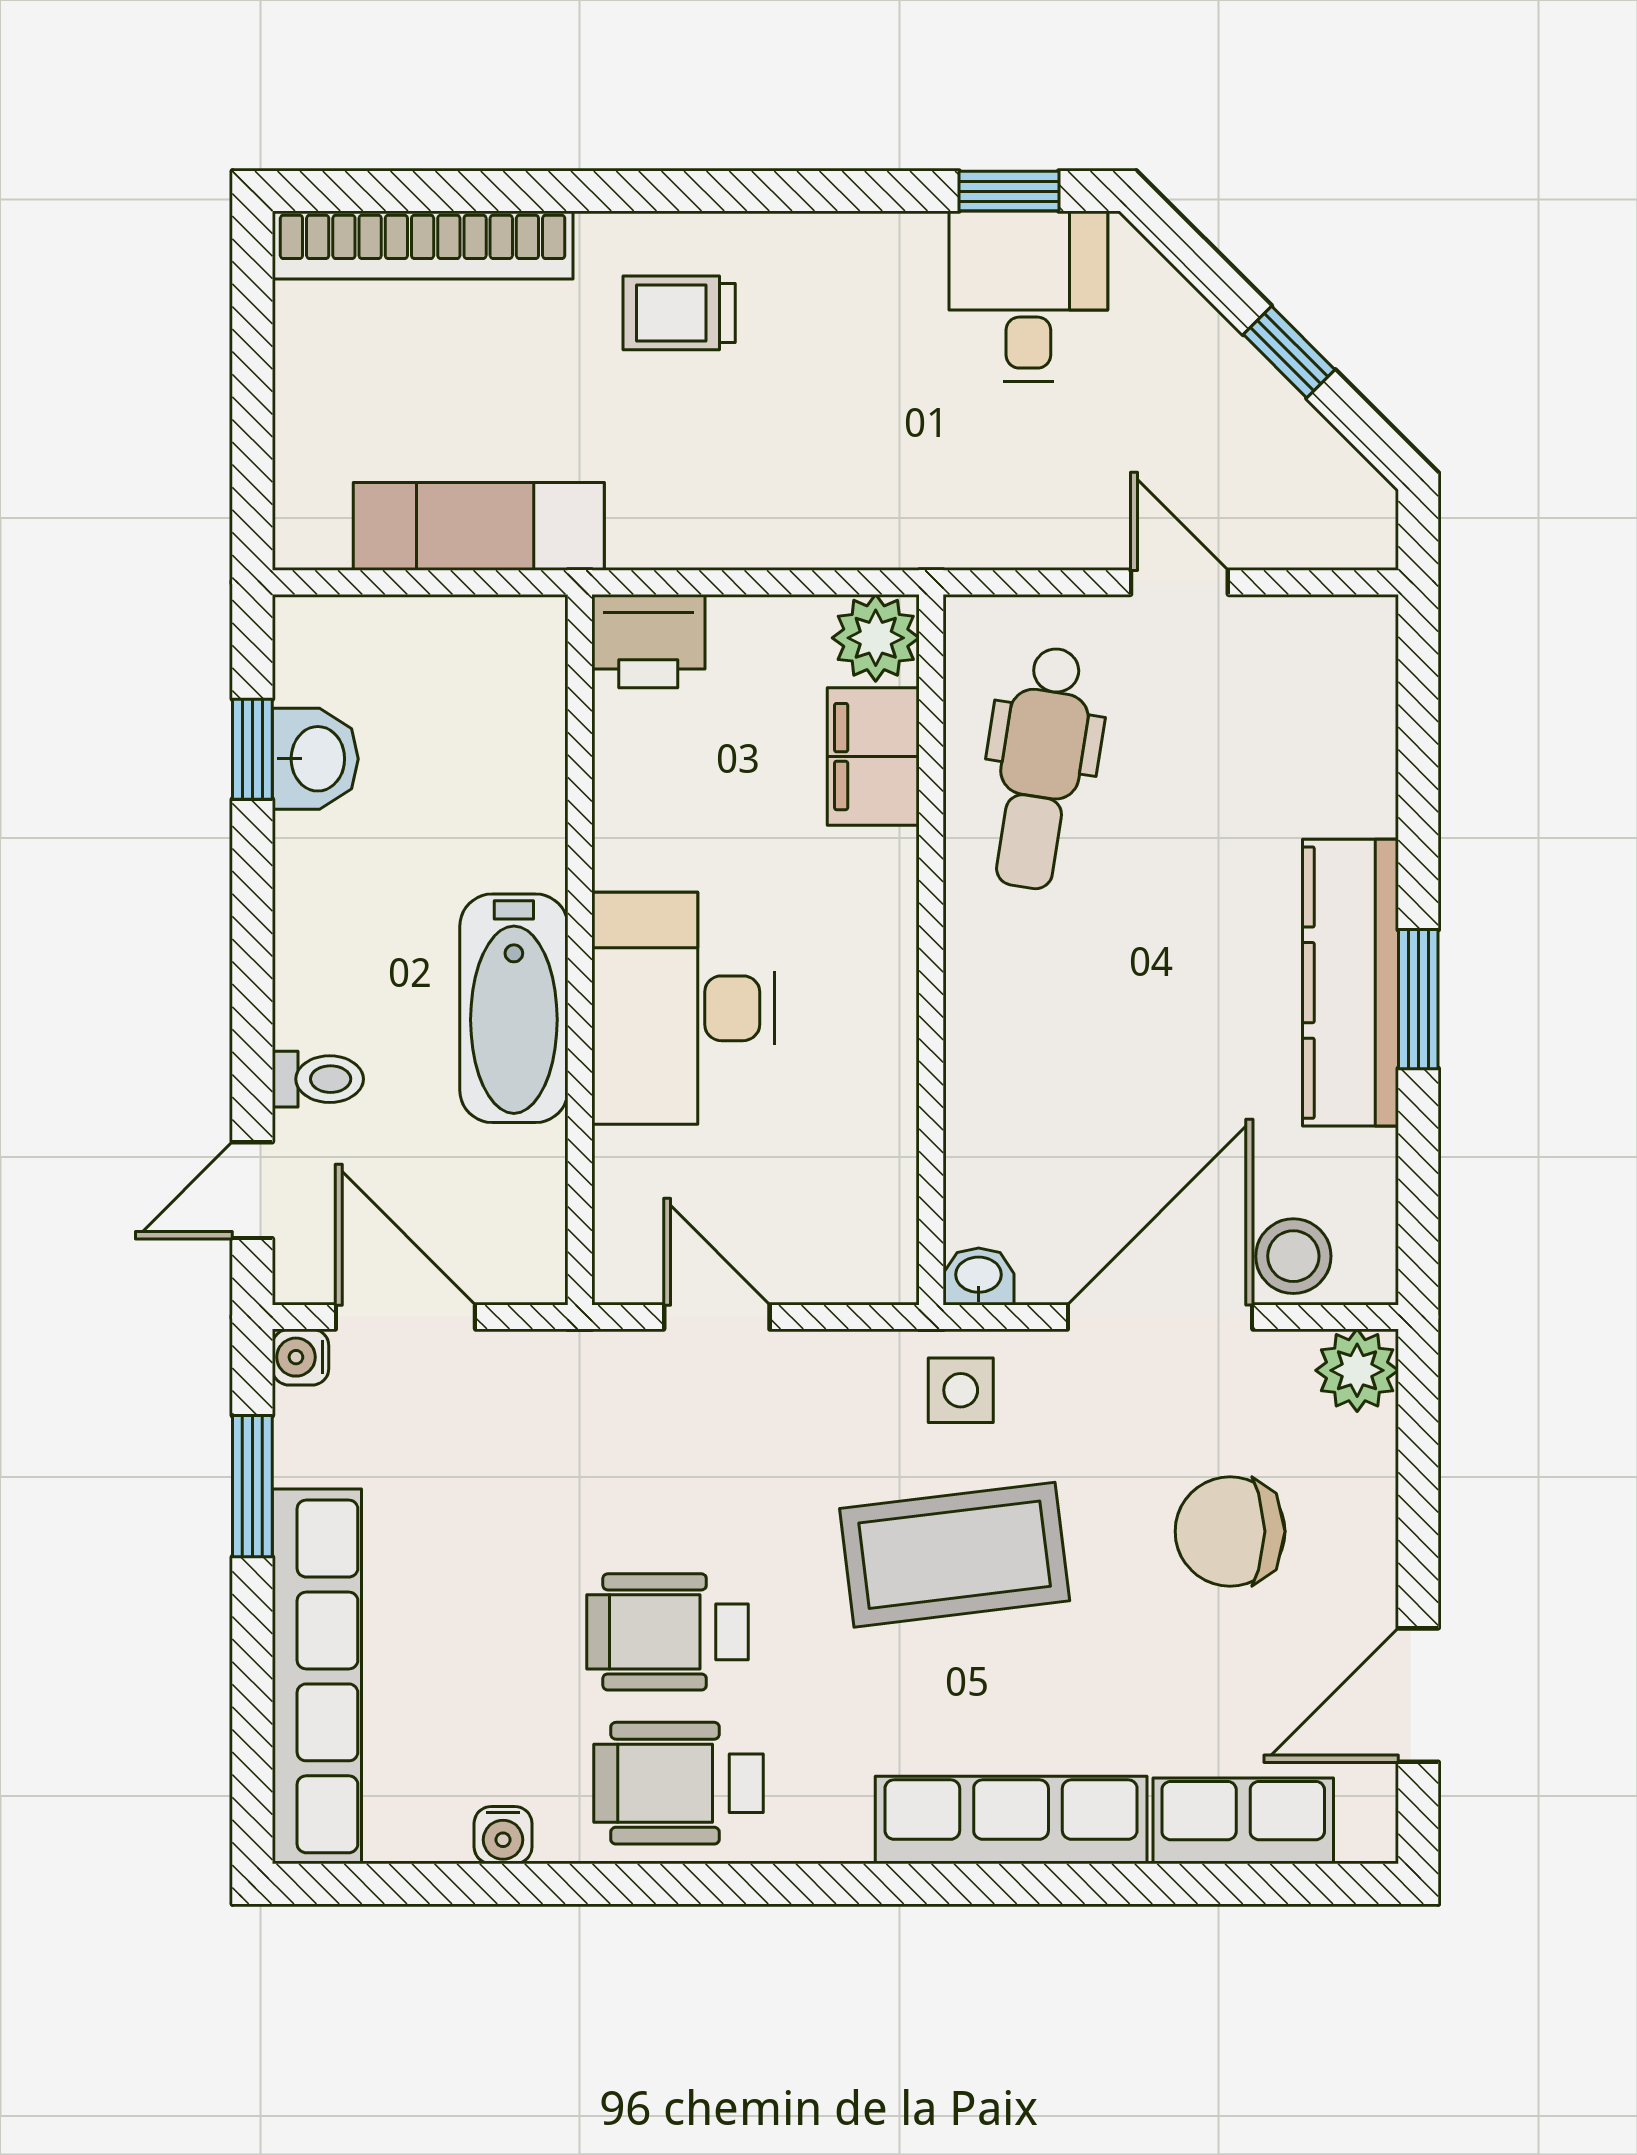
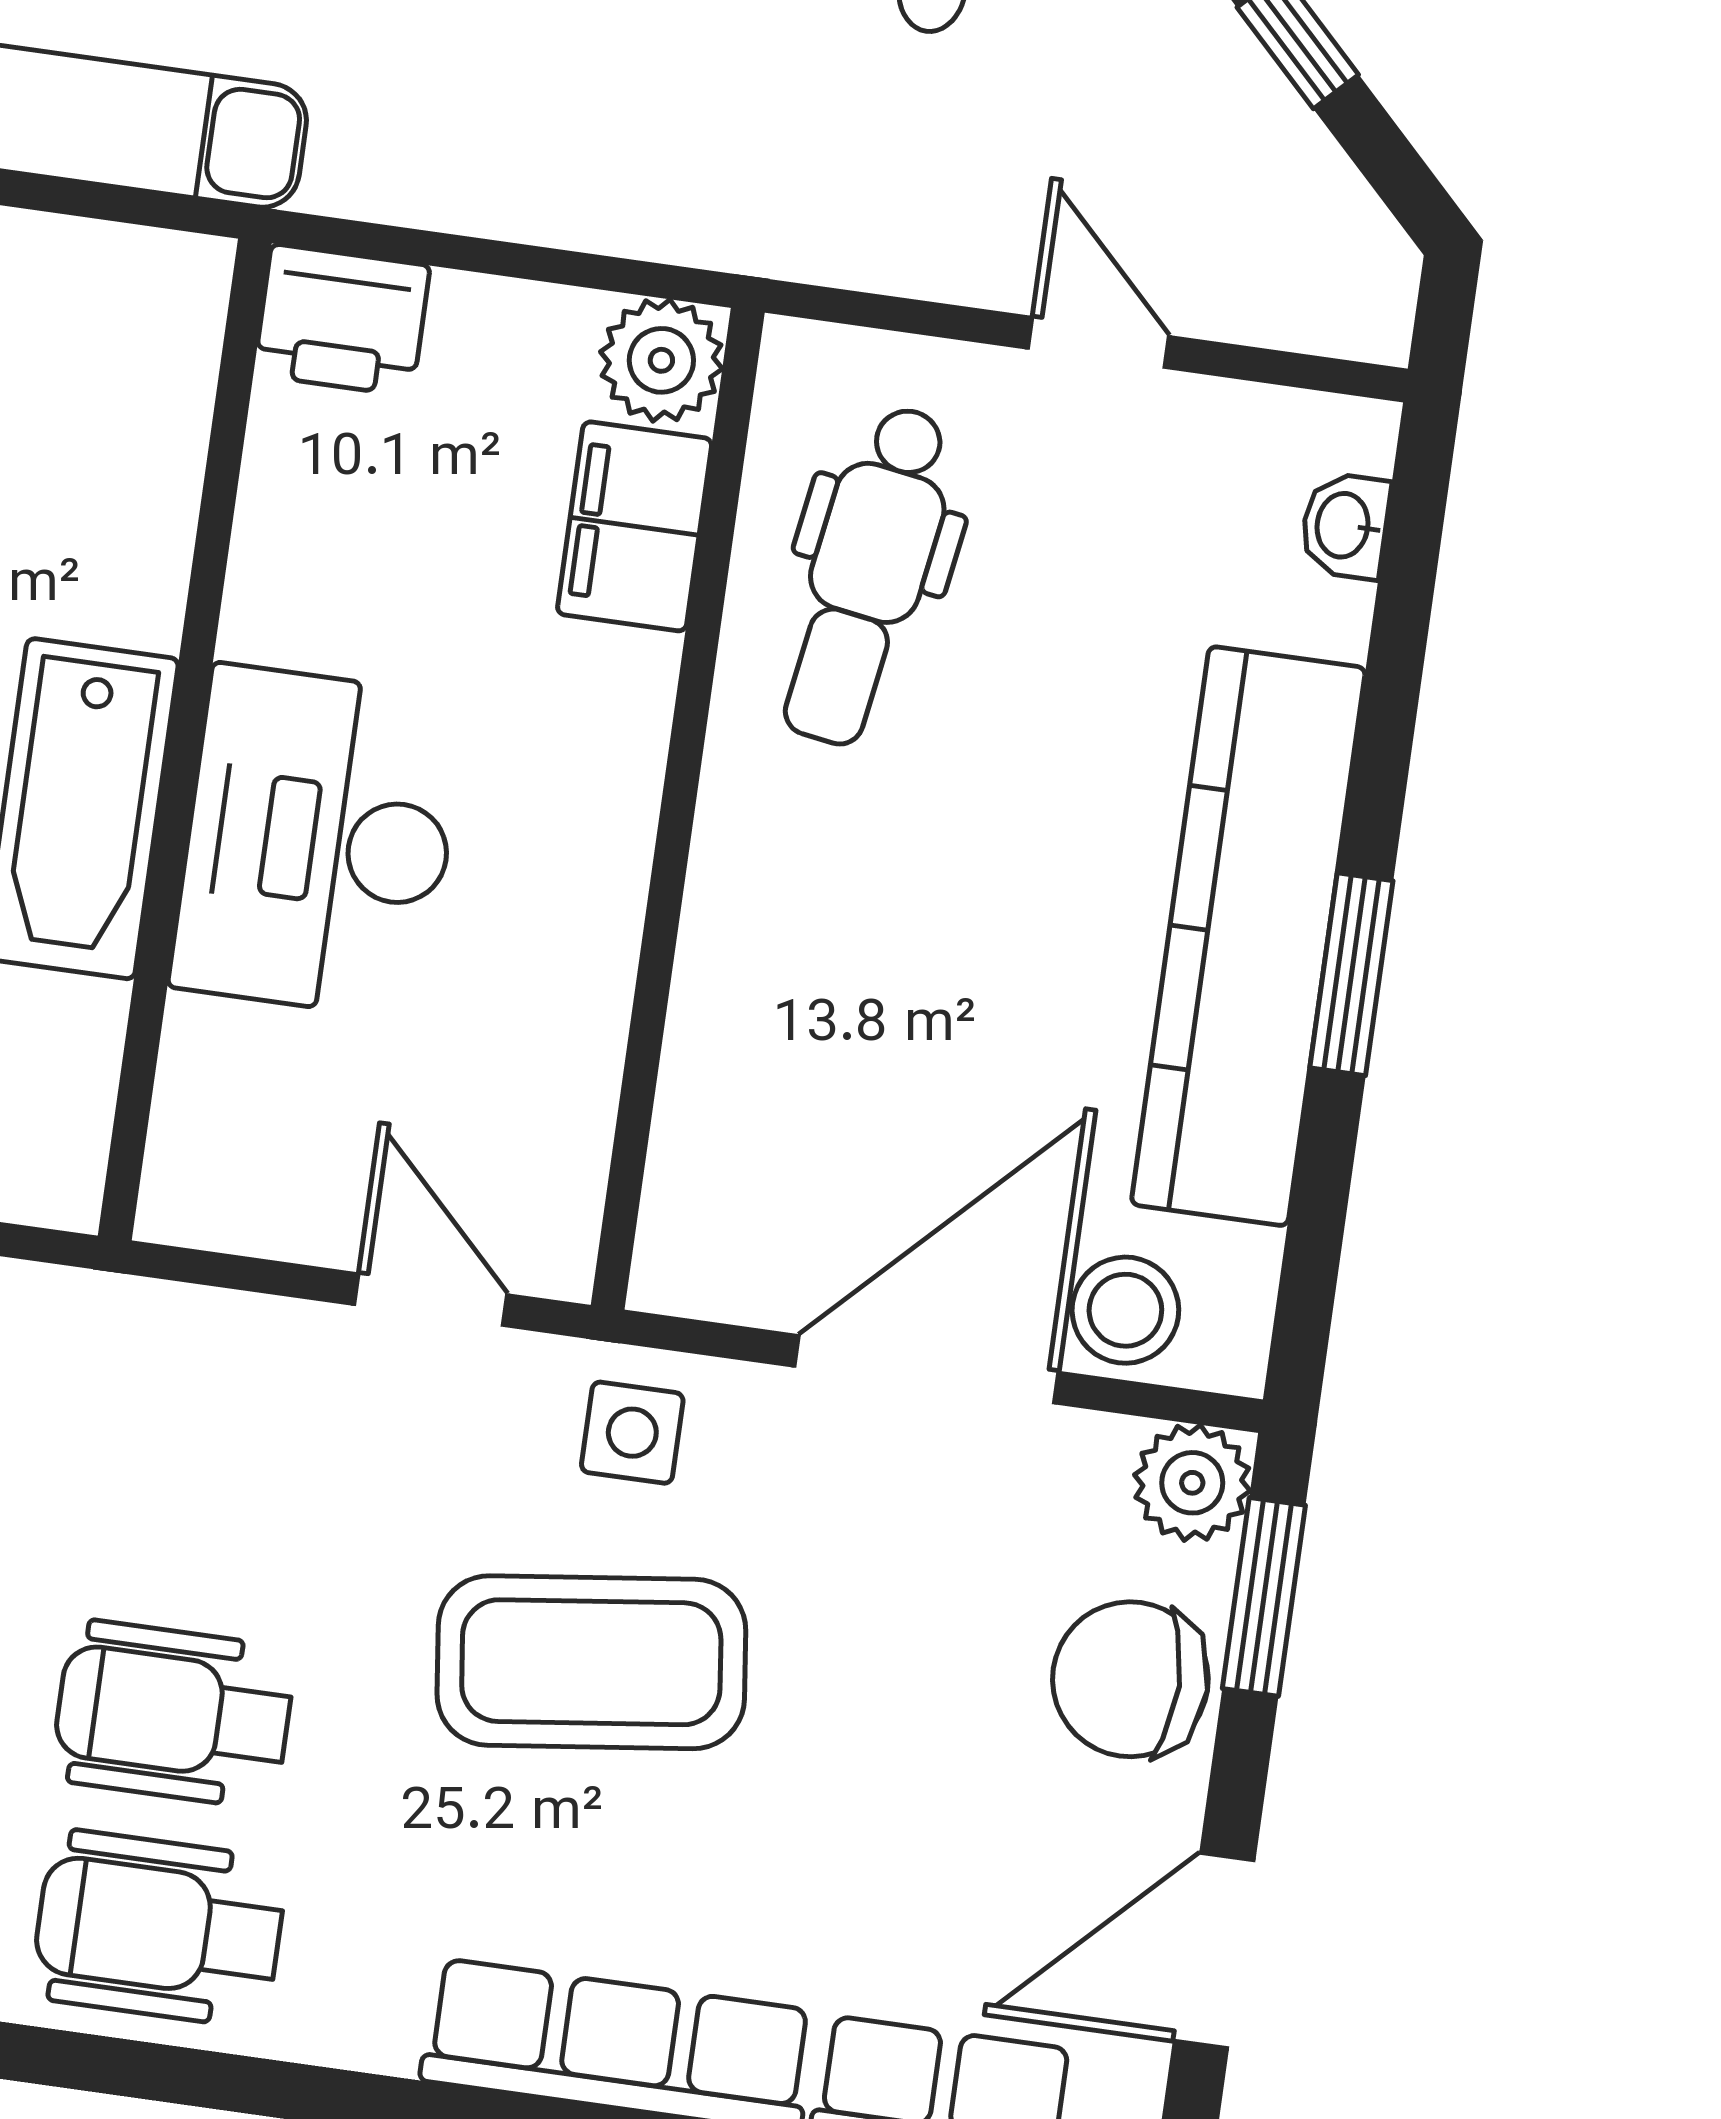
kitchen counter: (1350, 983) -> (1248, 936), width x1.39, depth x1.17
washbasin: (979, 1276) -> (1345, 526), moved, turned -90
door: (717, 1317) -> (431, 1300), moved
window: (1418, 1443) -> (1264, 1597), added
chair: (1230, 1531) -> (1130, 1679), moved

